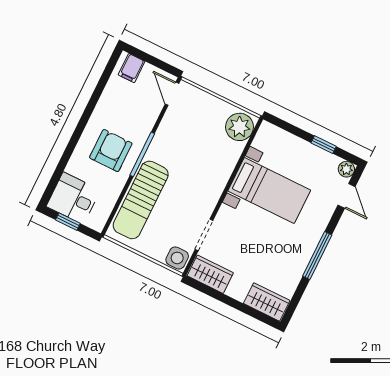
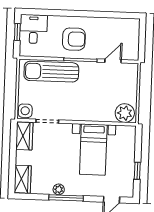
filing cabinet: (132, 68) -> (131, 29), removed
door: (172, 94) -> (113, 61), moved
plant: (346, 169) -> (59, 189), moved

